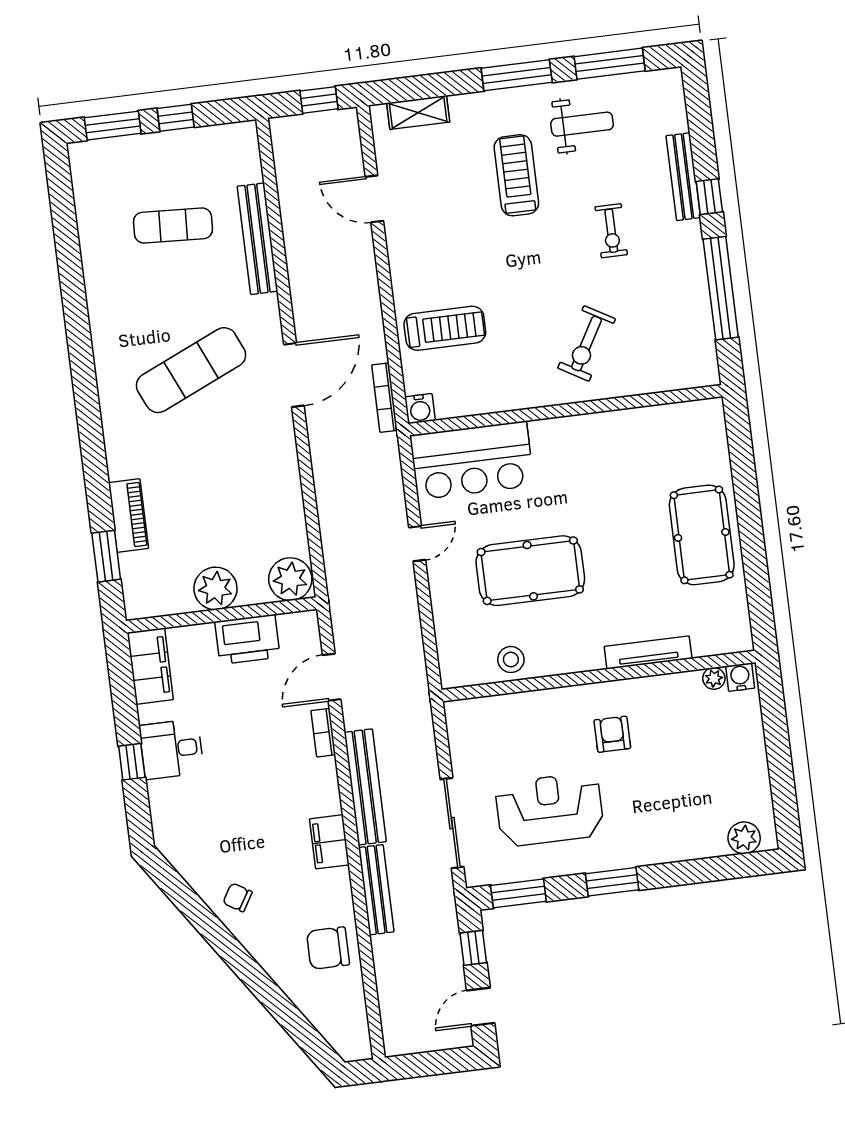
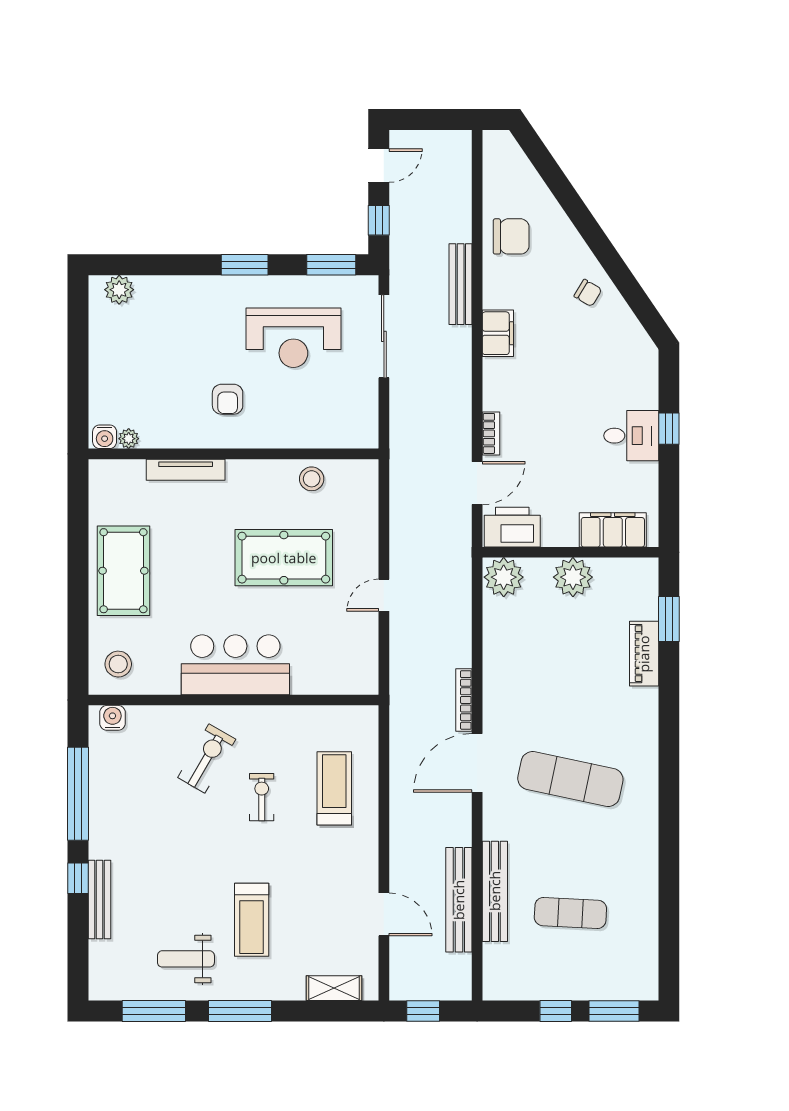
exercise bike: (611, 231) -> (262, 797), moved
treadmill: (445, 328) -> (334, 788), turned 90
exercise mat: (191, 370) -> (570, 779), turned 36
bookcase: (385, 398) -> (464, 700), moved, turned 180
water cooler: (420, 409) -> (112, 718), moved
stool: (695, 433) -> (118, 664), added
bar counter: (472, 460) -> (235, 665), moved
printer: (247, 639) -> (512, 527), moved
filing cabinet: (150, 666) -> (613, 530), moved, turned 90
bench: (365, 787) -> (459, 900), moved

